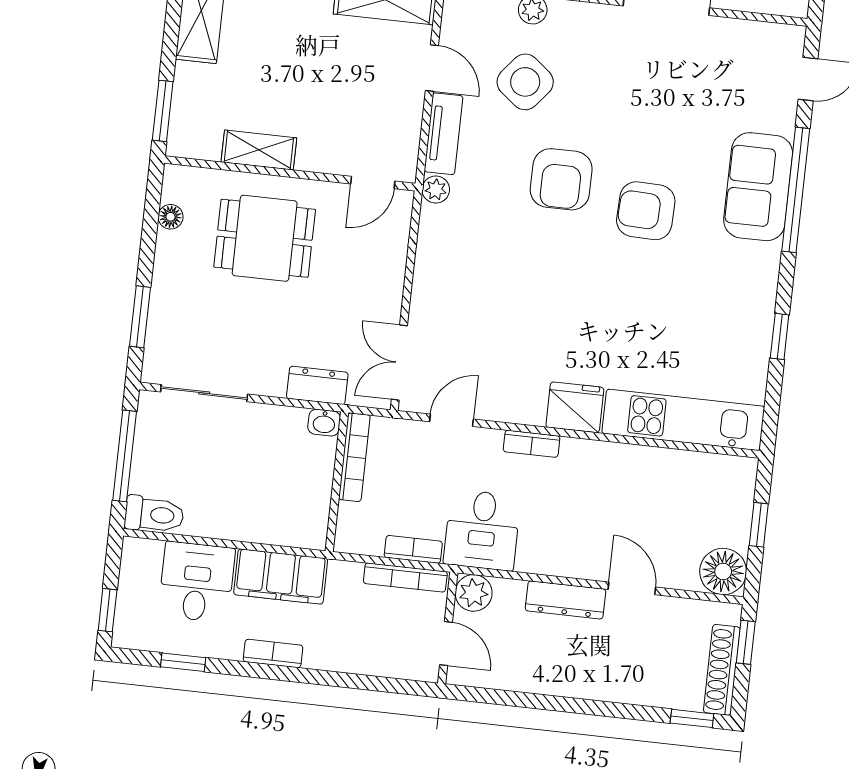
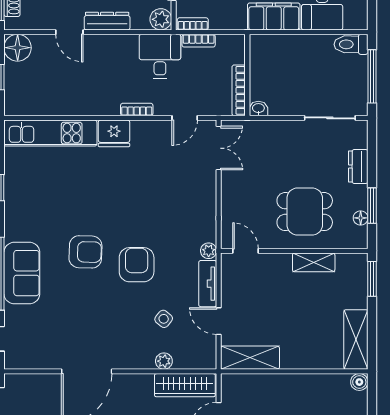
side table: (525, 82) -> (164, 319), width x0.54, depth x0.54
door: (373, 182) -> (246, 251), hinge flipped
window: (140, 317) -> (372, 206), moved
dresser: (317, 385) -> (358, 166), moved, turned 90
bookcase: (405, 577) -> (193, 24), width x0.64

